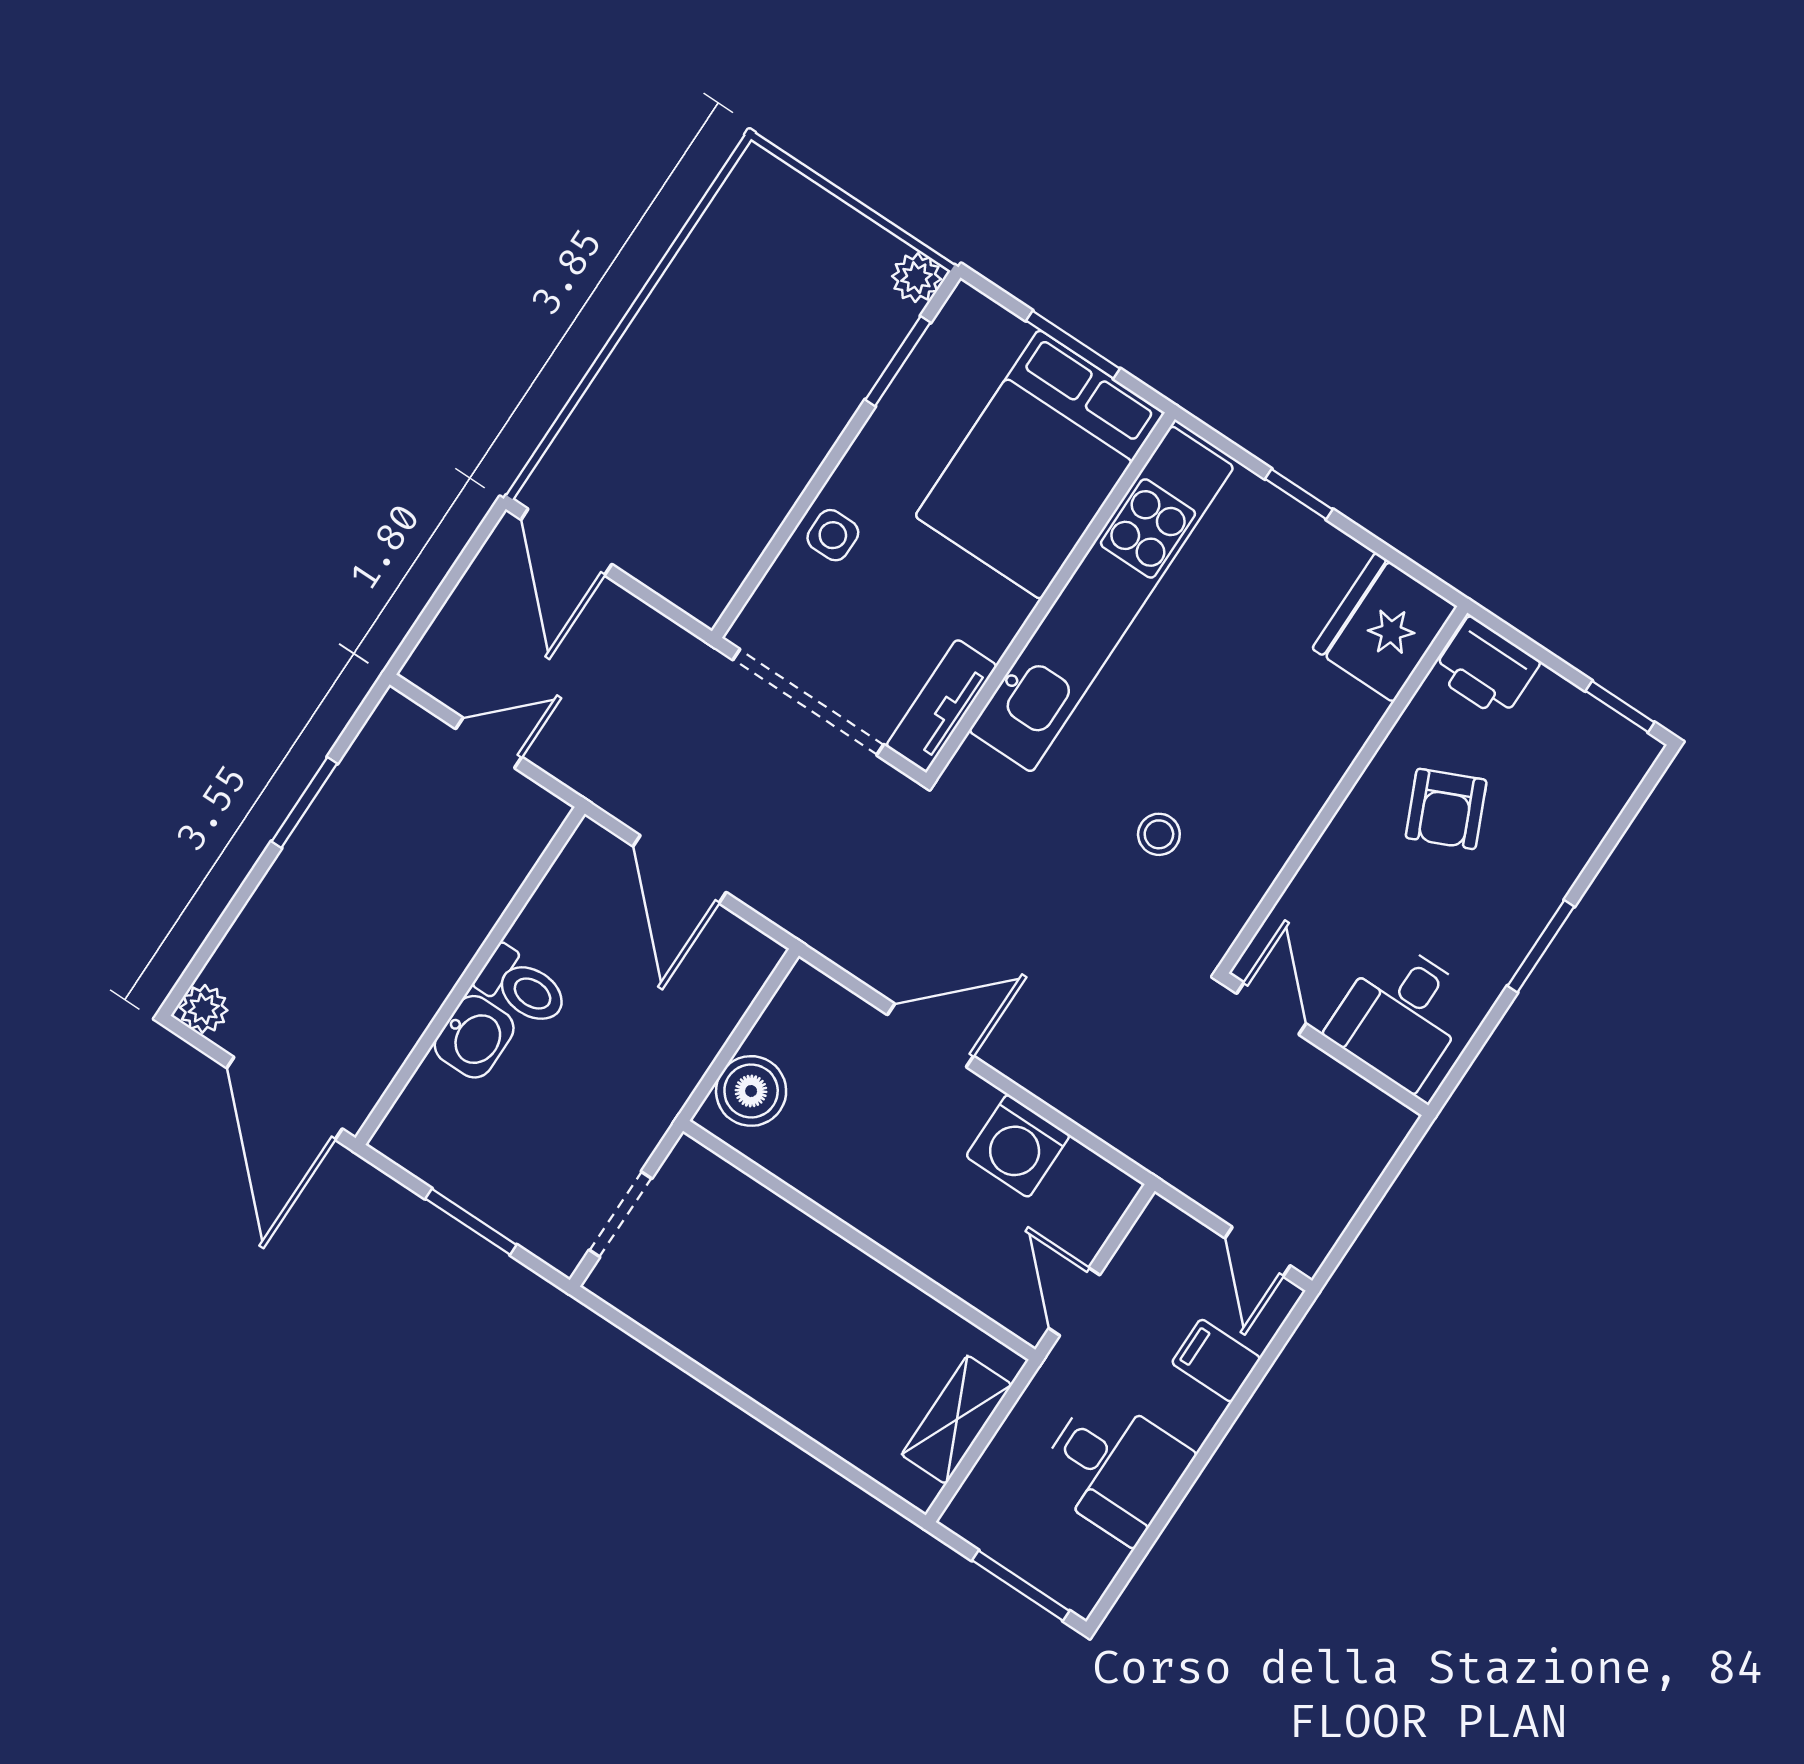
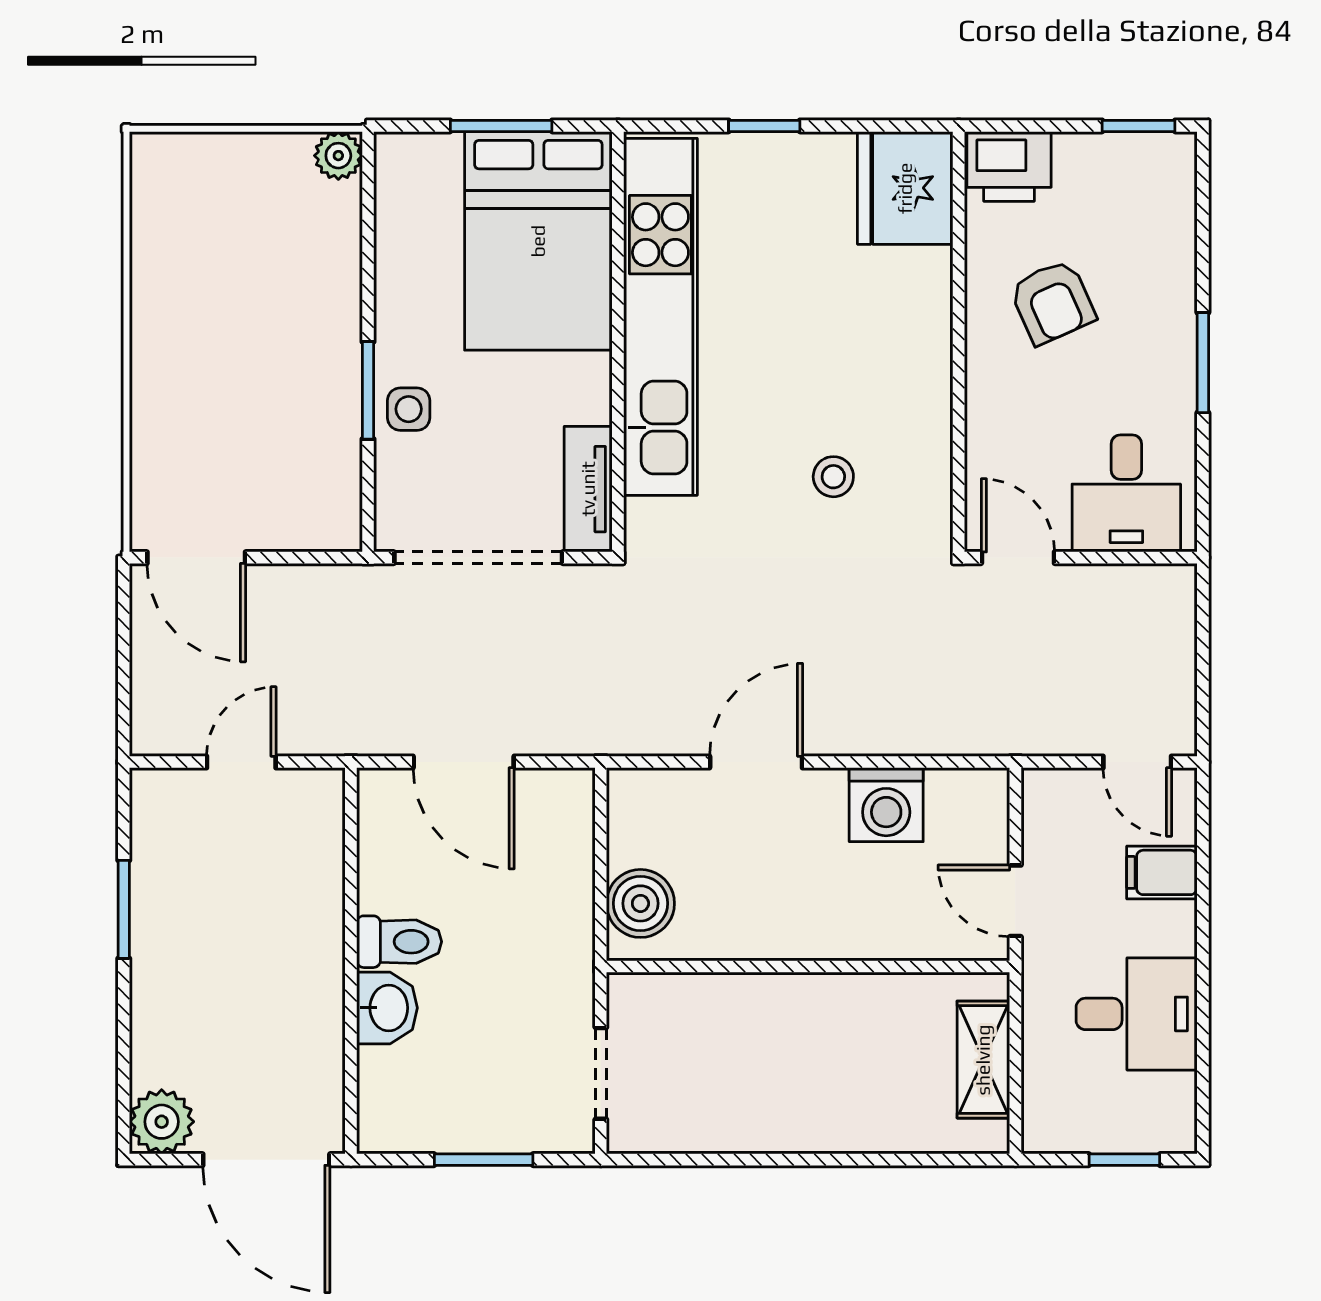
window: (898, 361) -> (368, 390), moved
plant: (204, 1009) -> (162, 1122), width x1.38, depth x1.38
window: (1021, 1586) -> (1124, 1160), width x0.67

